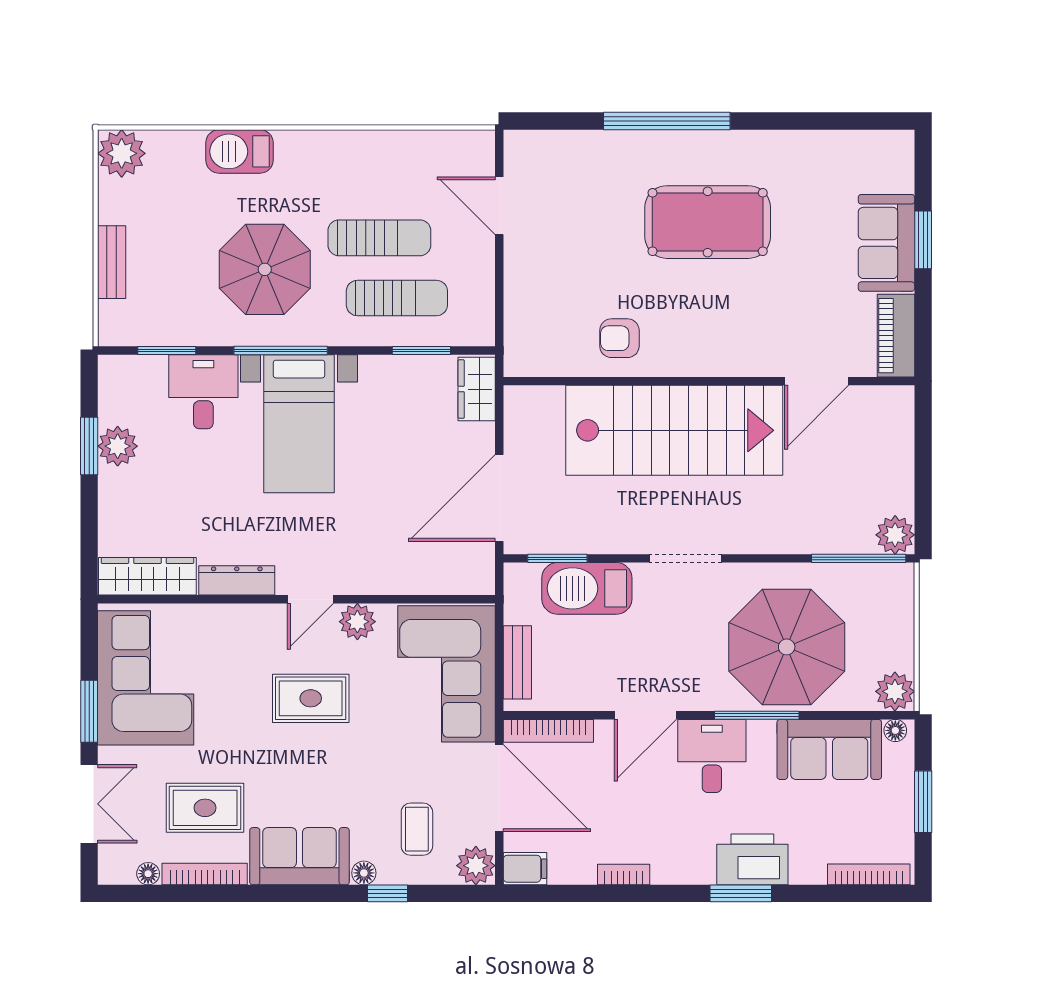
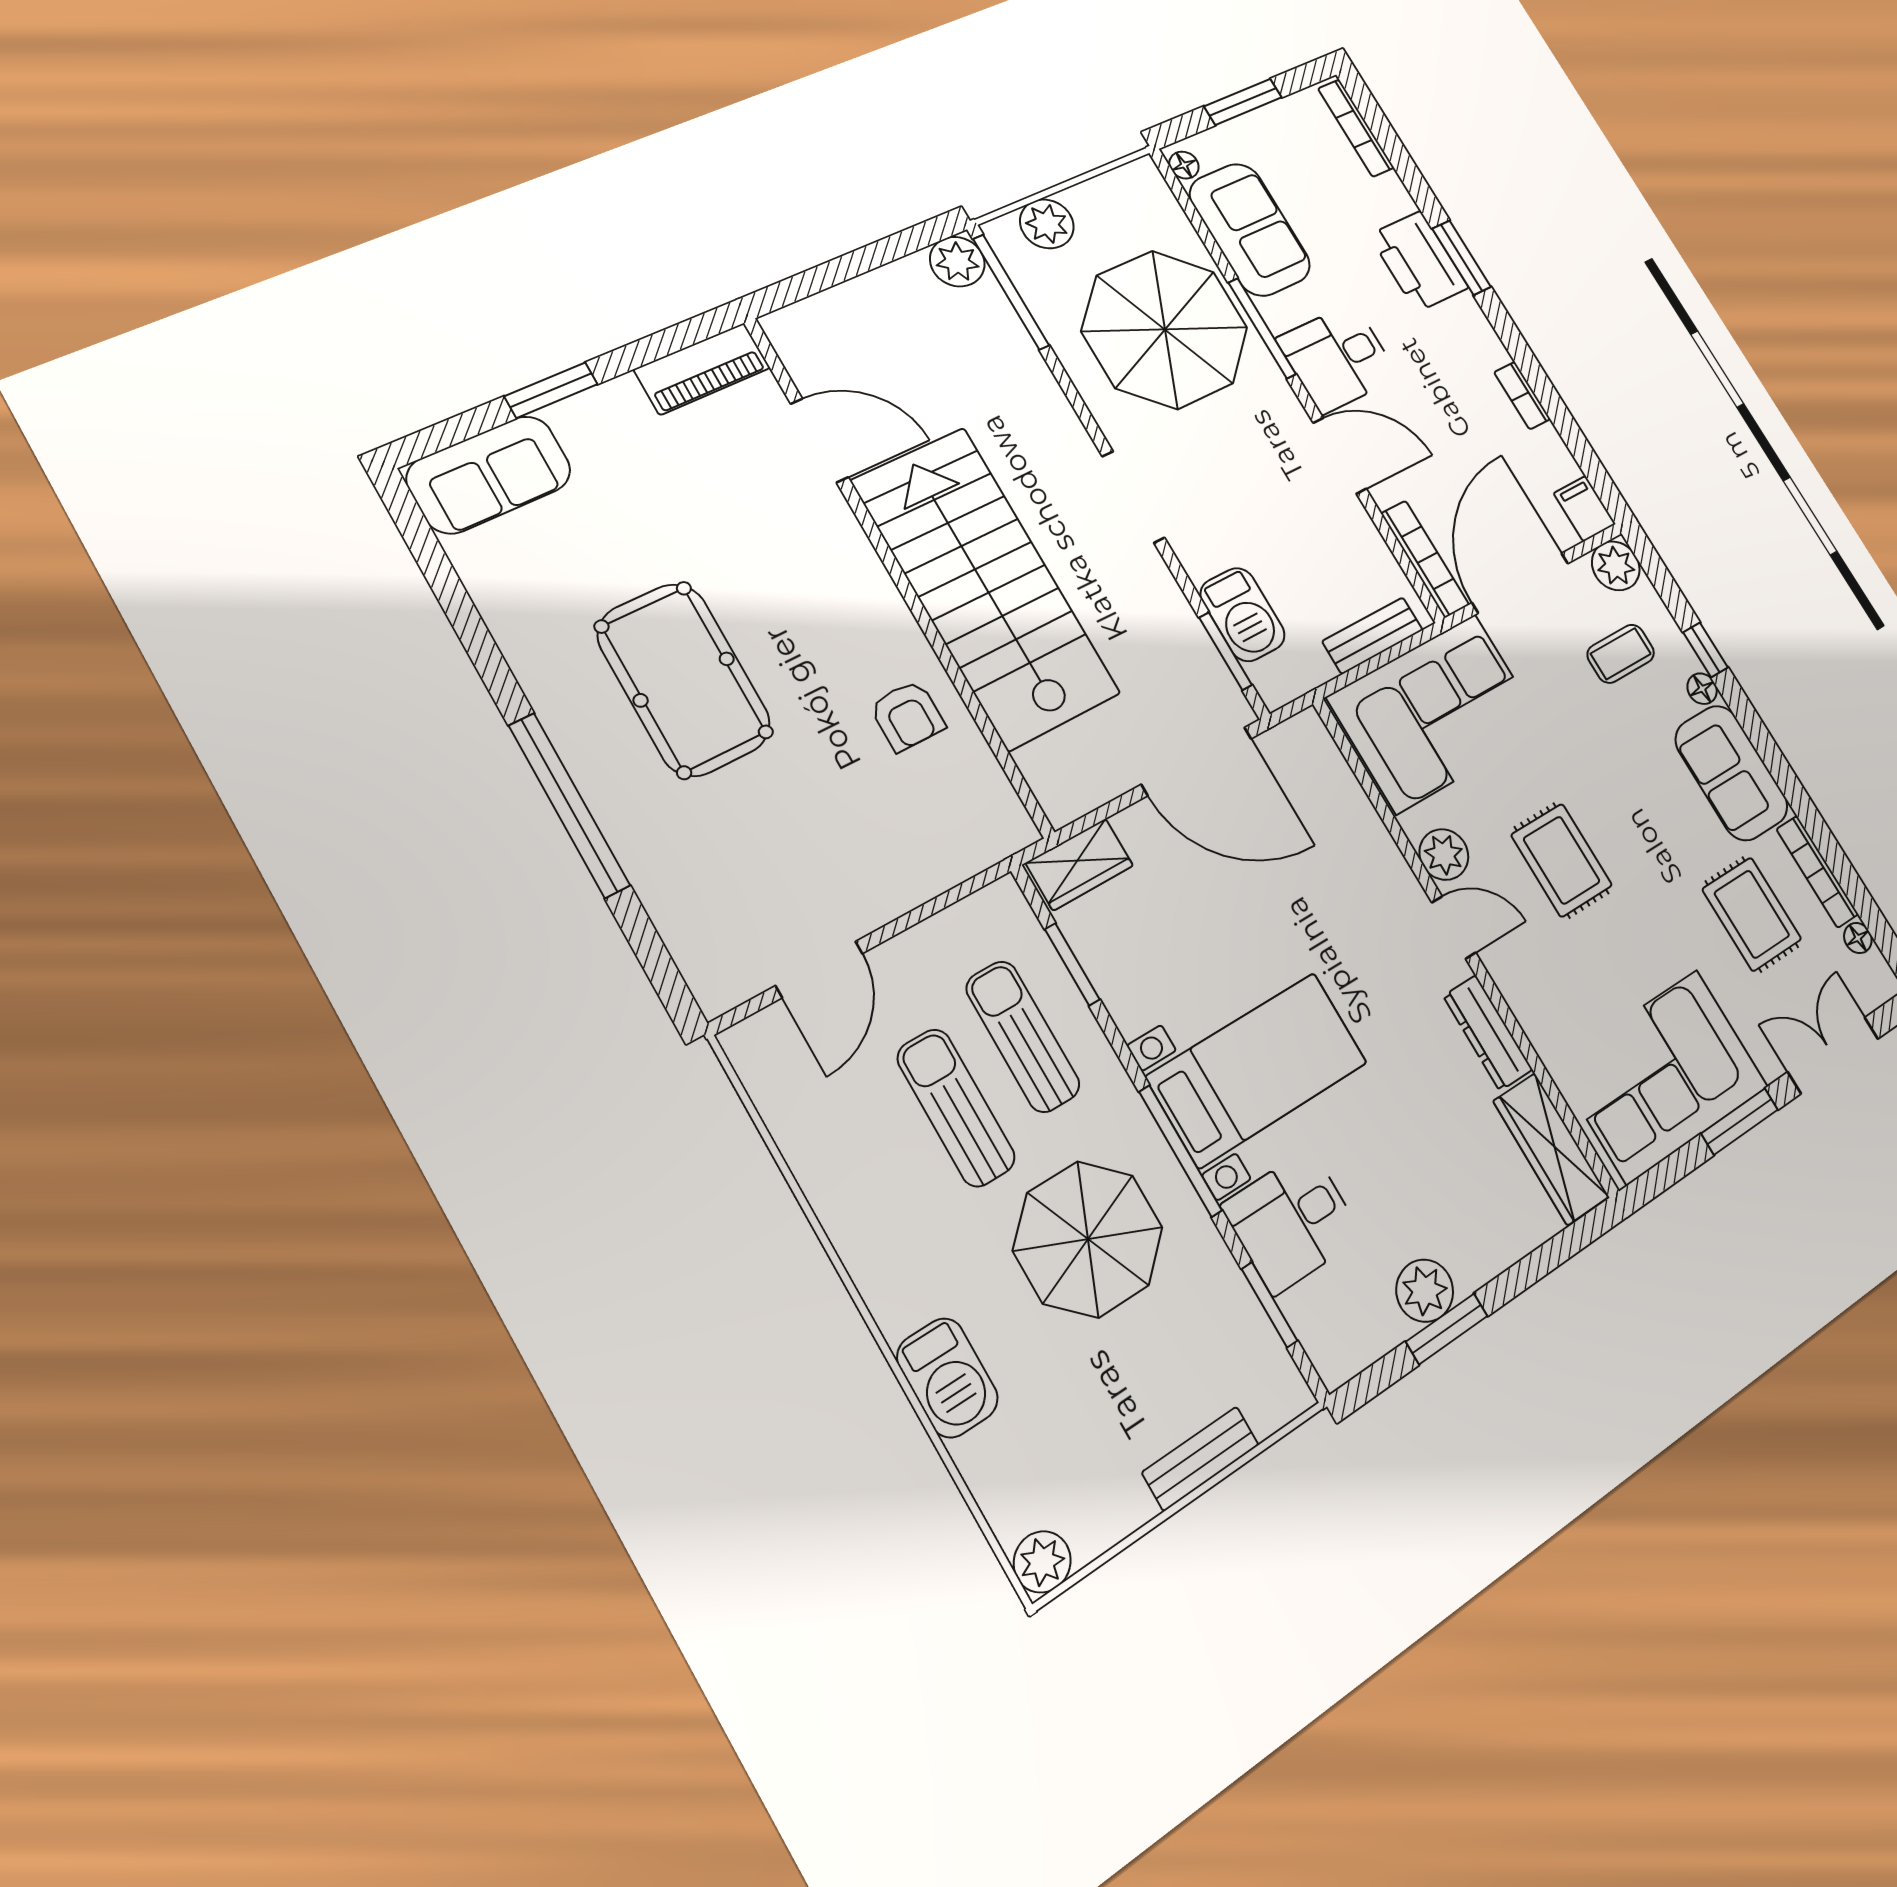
plant: (122, 153) -> (1042, 1562), width x0.73, depth x0.73
sofa: (886, 243) -> (489, 475), moved
barbecue: (587, 588) -> (1243, 615), width x0.73, depth x0.83
plant: (895, 691) -> (1047, 224), moved

